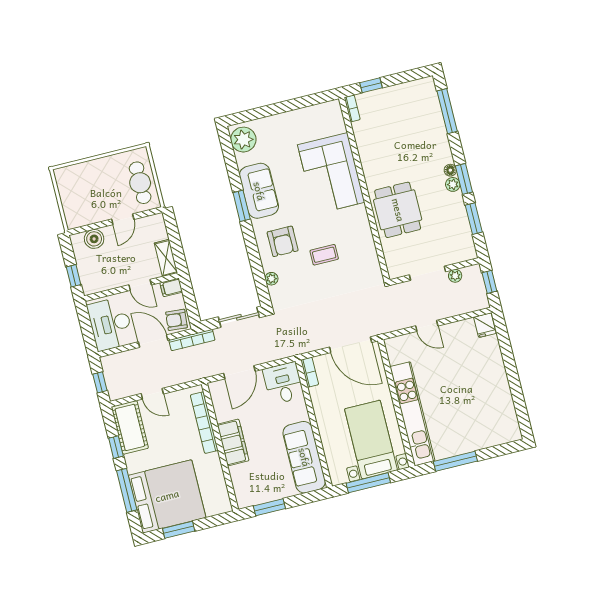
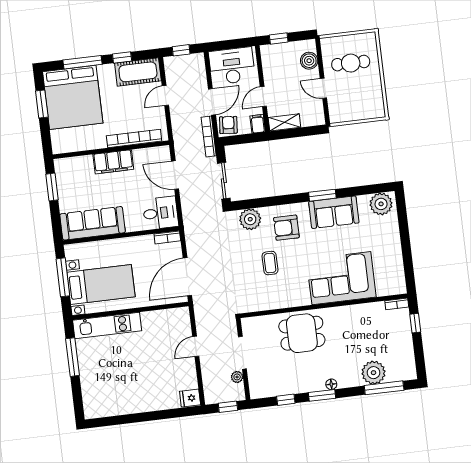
cafe table: (140, 183) -> (351, 63), moved
plant: (453, 184) -> (374, 373), moved, width x1.88, depth x1.88
window: (474, 219) -> (286, 400), width x0.67
plant: (271, 279) -> (250, 219), width x1.88, depth x1.88
kitchen unit: (412, 414) -> (107, 325), width x0.73

